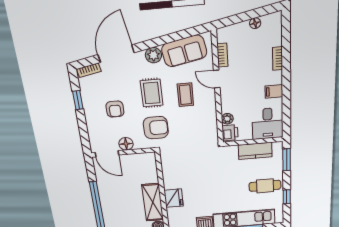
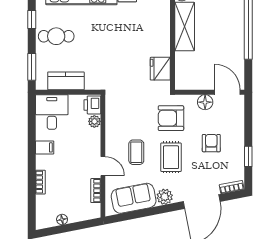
fridge: (174, 198) -> (160, 69), moved

